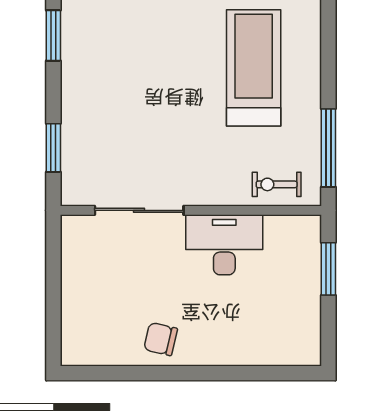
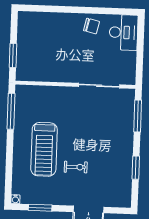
window: (53, 148) -> (138, 116), width x1.44
exercise bike: (277, 184) -> (76, 167), moved
desk: (224, 245) -> (124, 32), moved, turned -90

